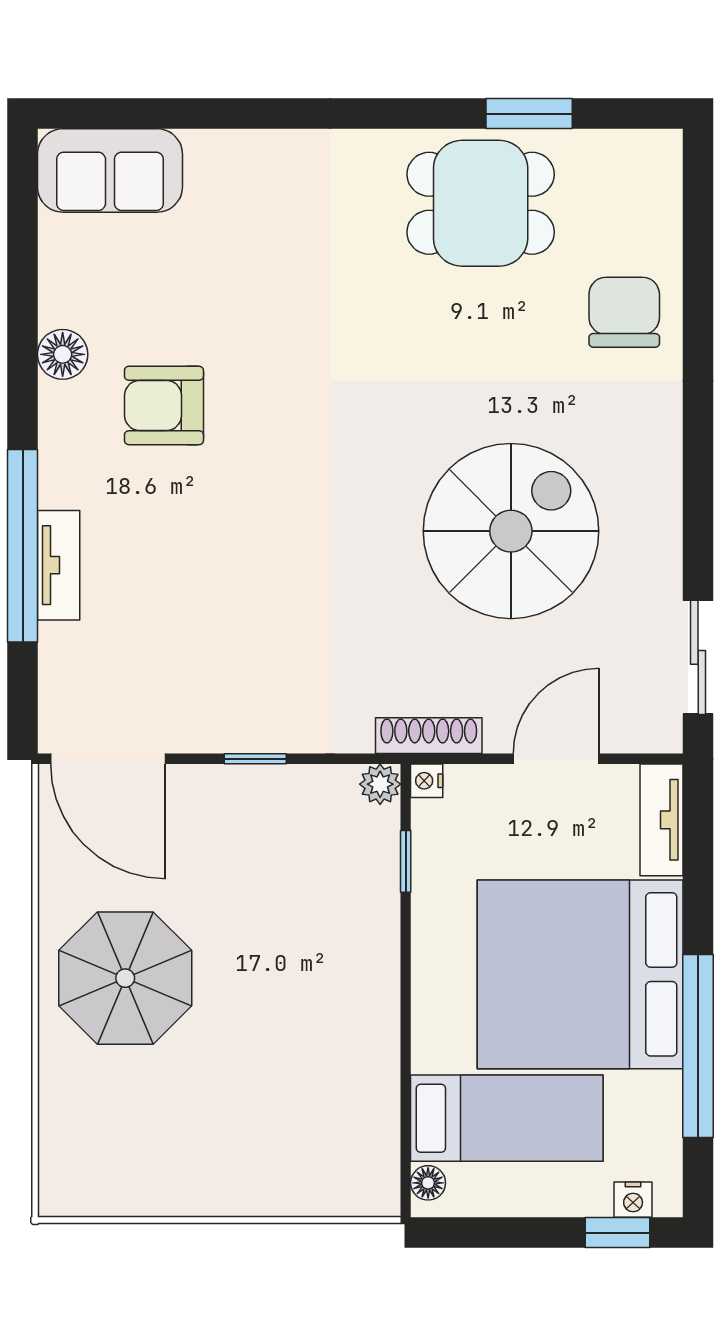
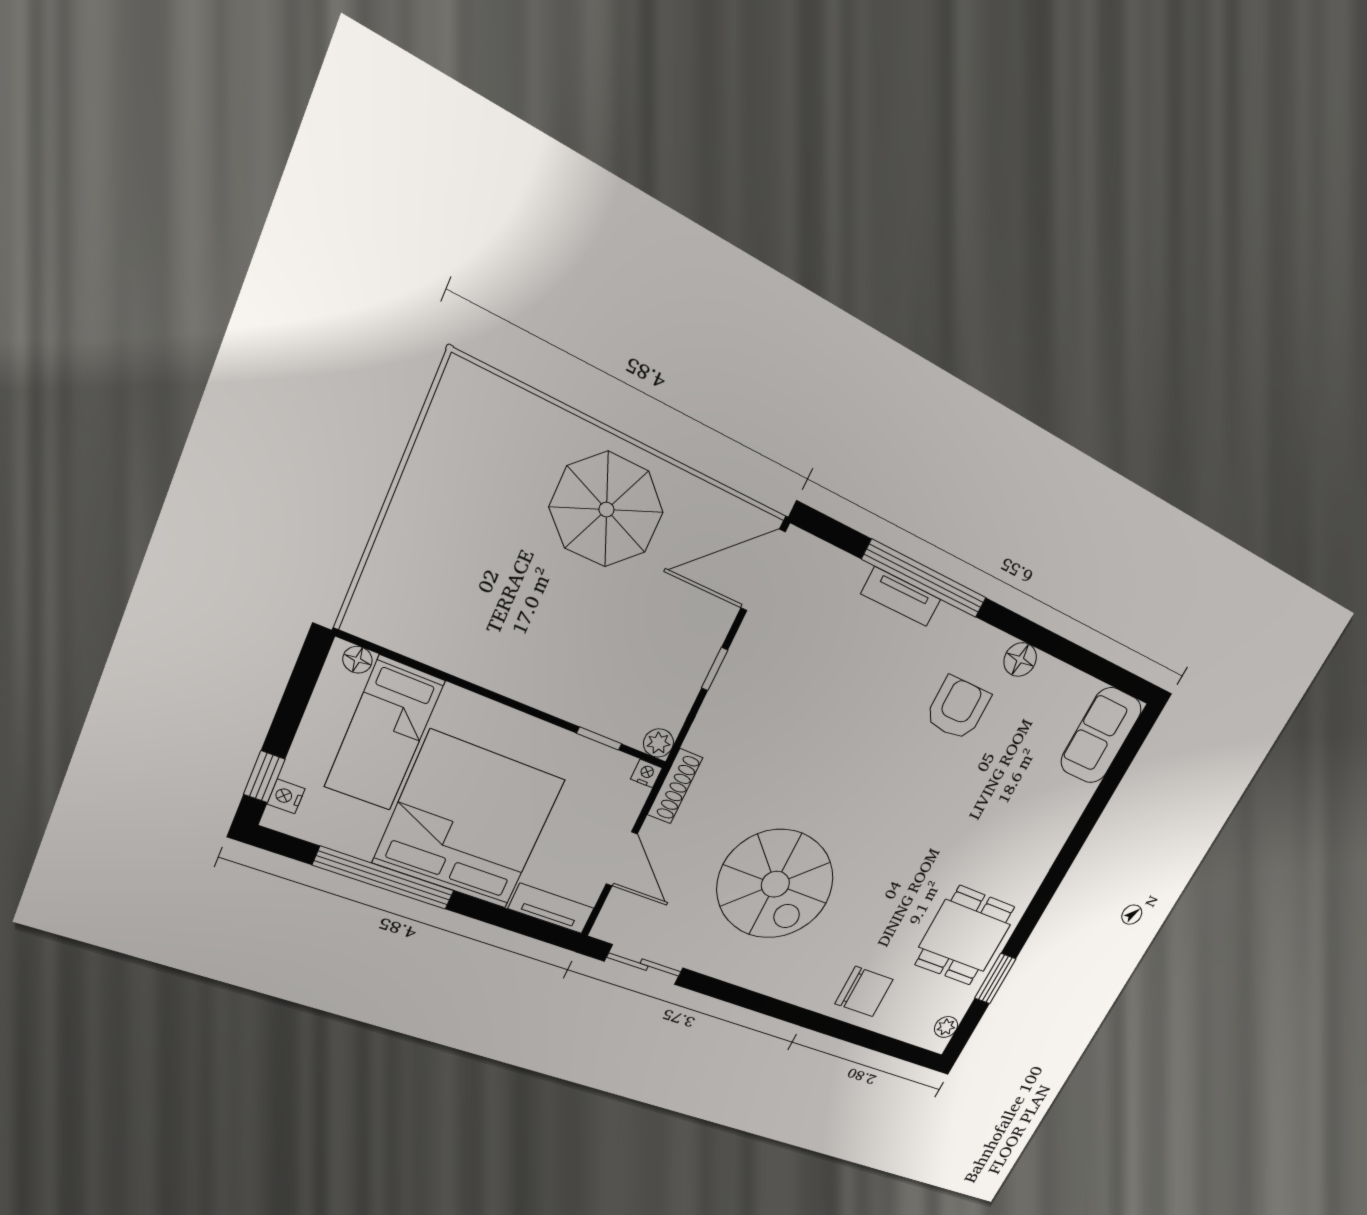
plant: (635, 148) -> (946, 1027), added

